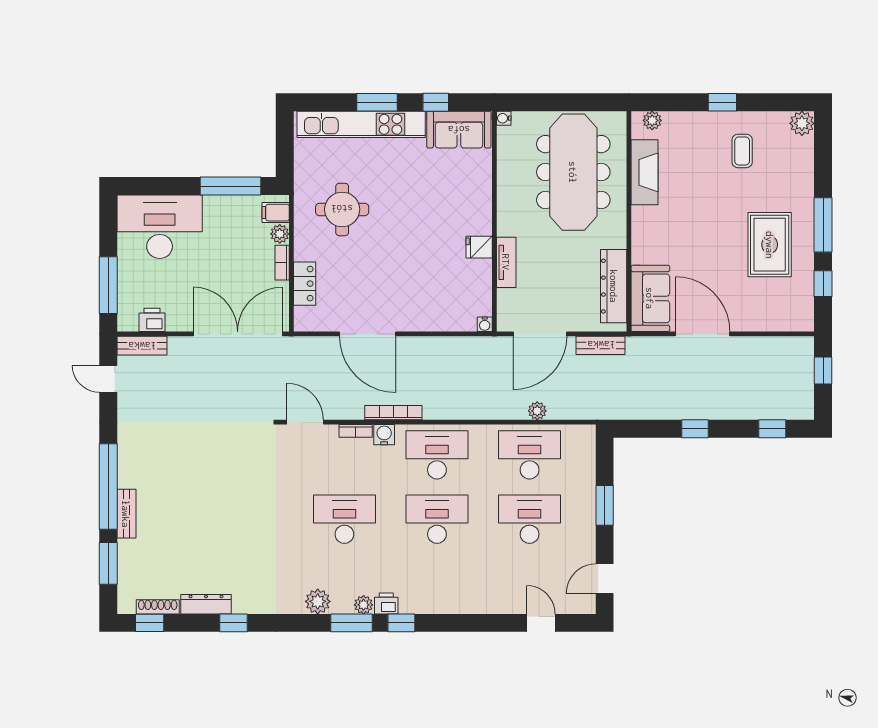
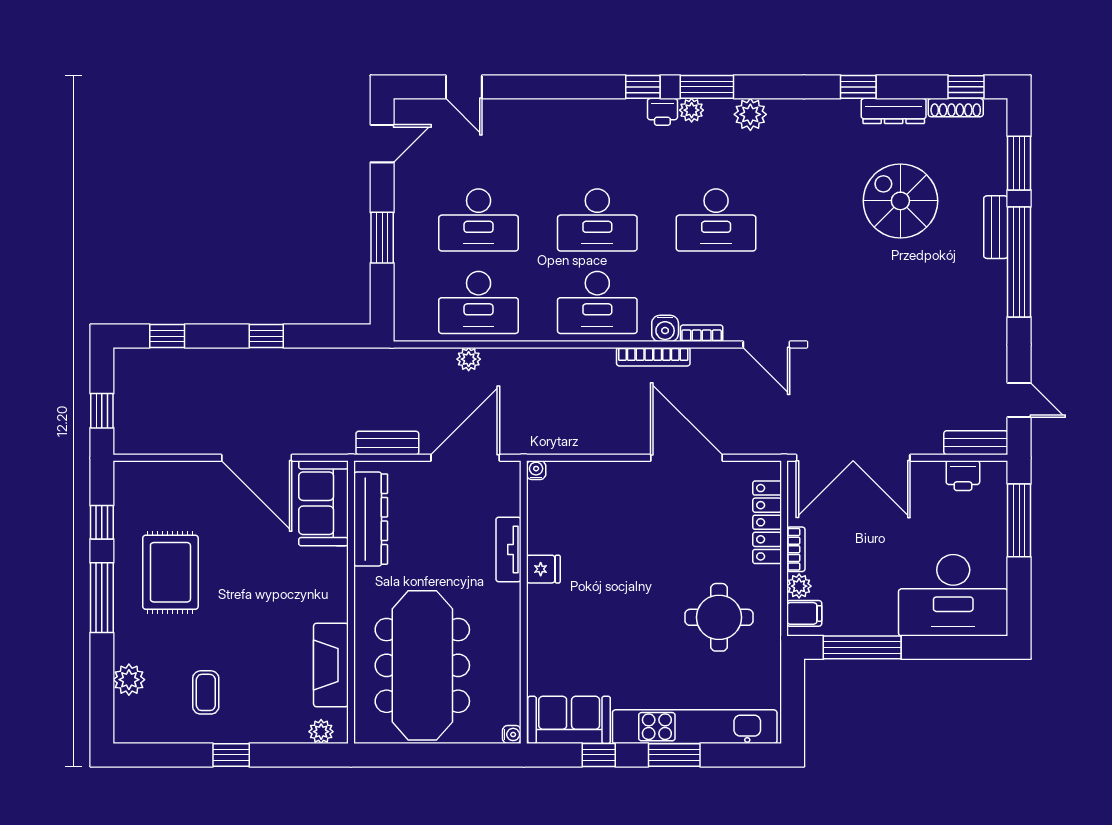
plant: (802, 123) -> (129, 680), moved
locker: (305, 284) -> (767, 522), width x1.53
spiral stairs: (201, 534) -> (900, 201), added

